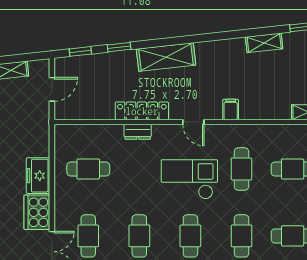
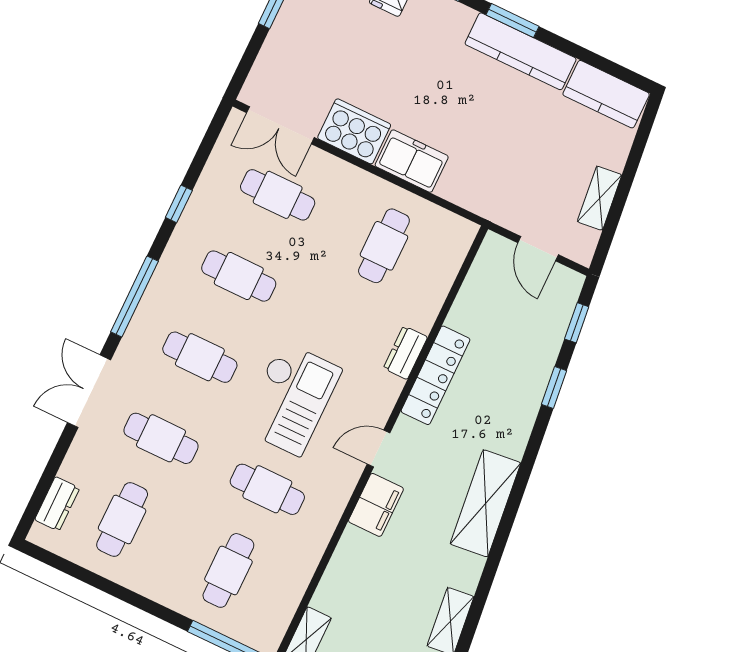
shelving: (166, 57) -> (485, 503), moved
filing cabinet: (231, 110) -> (376, 505), width x2.00

